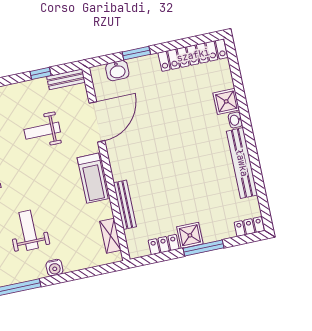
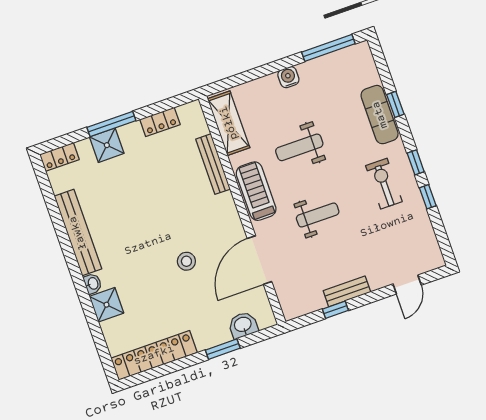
bench: (66, 79) -> (347, 291), moved
stool: (157, 128) -> (186, 261), added
weight bench: (42, 131) -> (318, 215), moved
weight bench: (29, 230) -> (299, 147), moved, turned 90
shower: (190, 235) -> (107, 145), moved
shelving: (110, 236) -> (229, 123), width x1.50, depth x1.33

